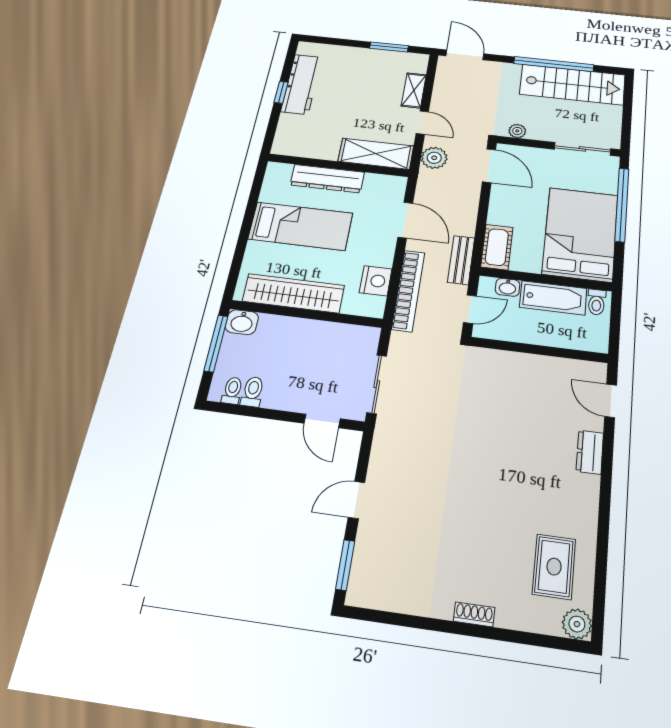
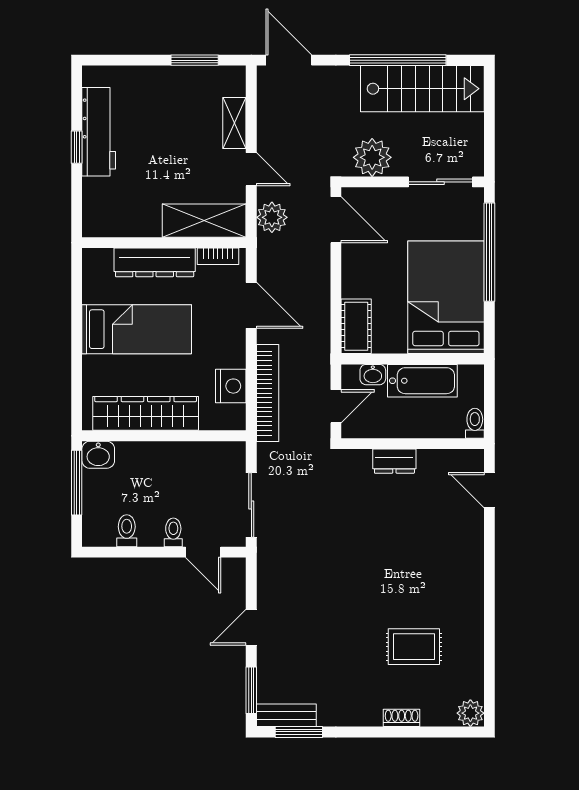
plant: (517, 131) -> (372, 157), width x1.88, depth x1.88
bookcase: (383, 180) -> (218, 256), added
bench: (461, 260) -> (286, 715), moved, turned 90
toilet: (597, 302) -> (475, 423), moved, turned 180
toilet: (232, 391) -> (173, 532), moved
dresser: (590, 452) -> (394, 461), moved, turned -90
rug: (554, 567) -> (414, 647), moved, turned 90
shoe rack: (474, 614) -> (402, 718), moved
window: (388, 618) -> (299, 732), added

